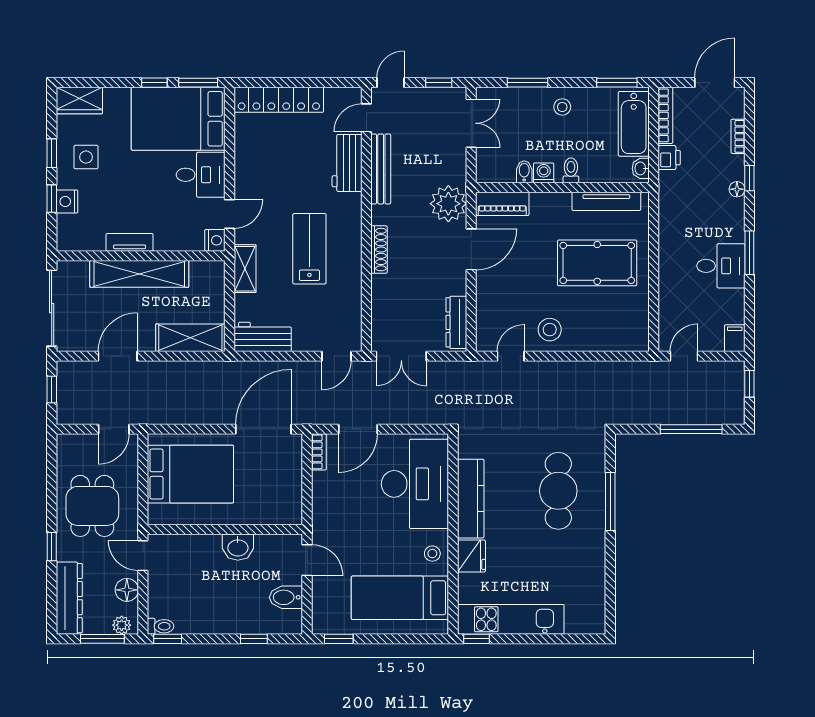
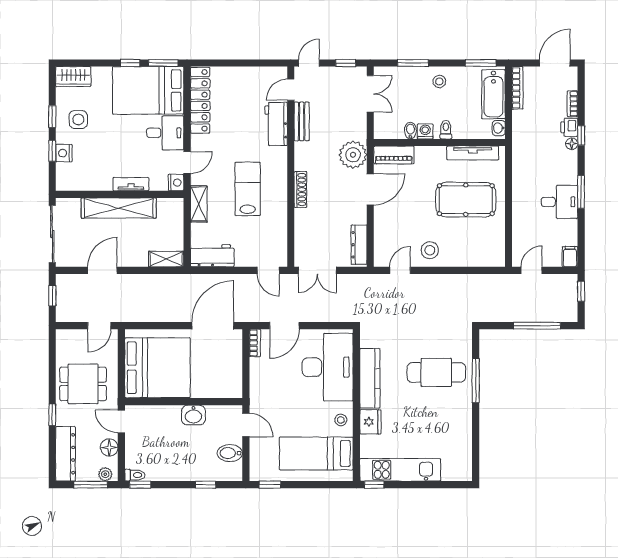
locker: (279, 100) -> (200, 100), moved, turned -90
printer: (669, 158) -> (569, 127), moved, turned 180
bench: (381, 169) -> (302, 121), width x0.73
tv unit: (130, 242) -> (131, 184), moved
shelving: (190, 338) -> (166, 259), width x0.67, depth x0.75
door: (336, 356) -> (268, 270), hinge flipped
bed: (190, 474) -> (157, 368), width x1.36
cafe table: (558, 491) -> (436, 372), turned 90
dining table: (92, 506) -> (83, 384), turned 90

